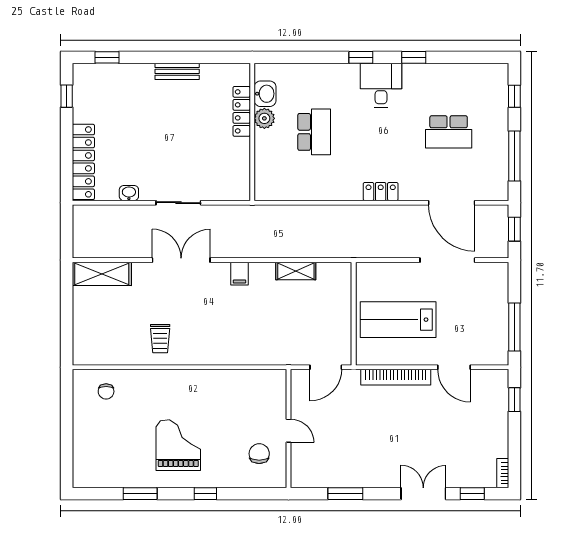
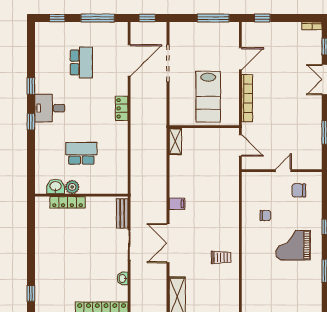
bench: (177, 71) -> (122, 213), moved
shelving: (296, 271) -> (175, 141), moved
chair: (106, 391) -> (265, 215), moved

